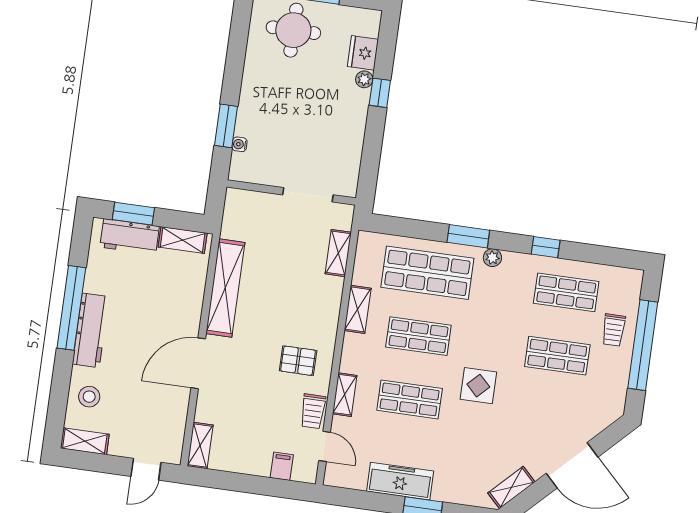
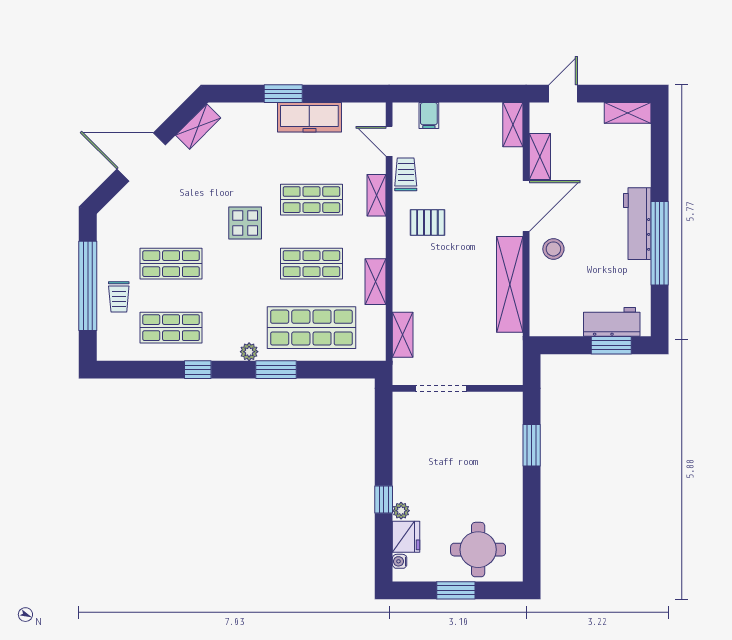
water cooler: (240, 144) -> (400, 561), moved, turned 180
shelving: (183, 240) -> (540, 156), moved, turned 90
trolley: (614, 330) -> (119, 297), turned 180
stool: (89, 397) -> (553, 249), moved

